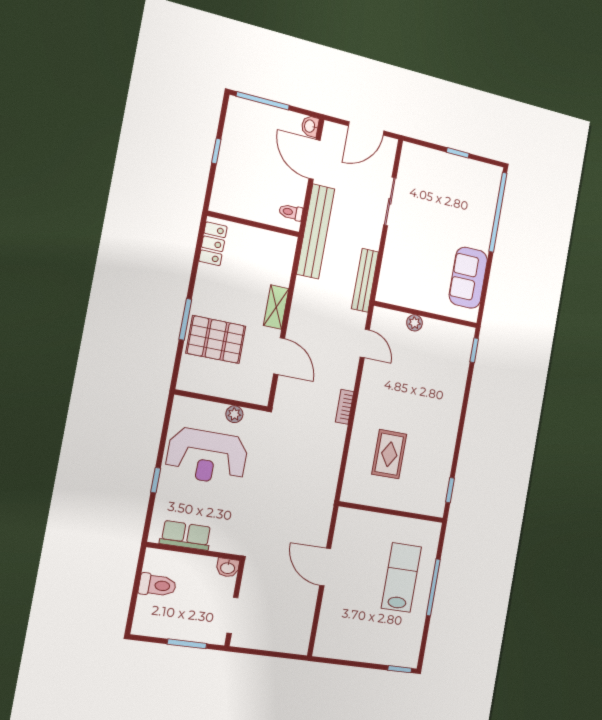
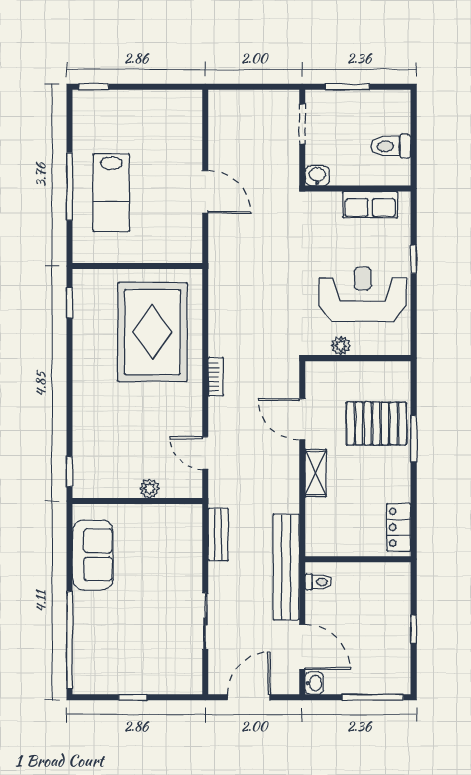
bench: (365, 280) -> (218, 534), width x0.73
rug: (389, 454) -> (152, 332), width x1.86, depth x2.06

